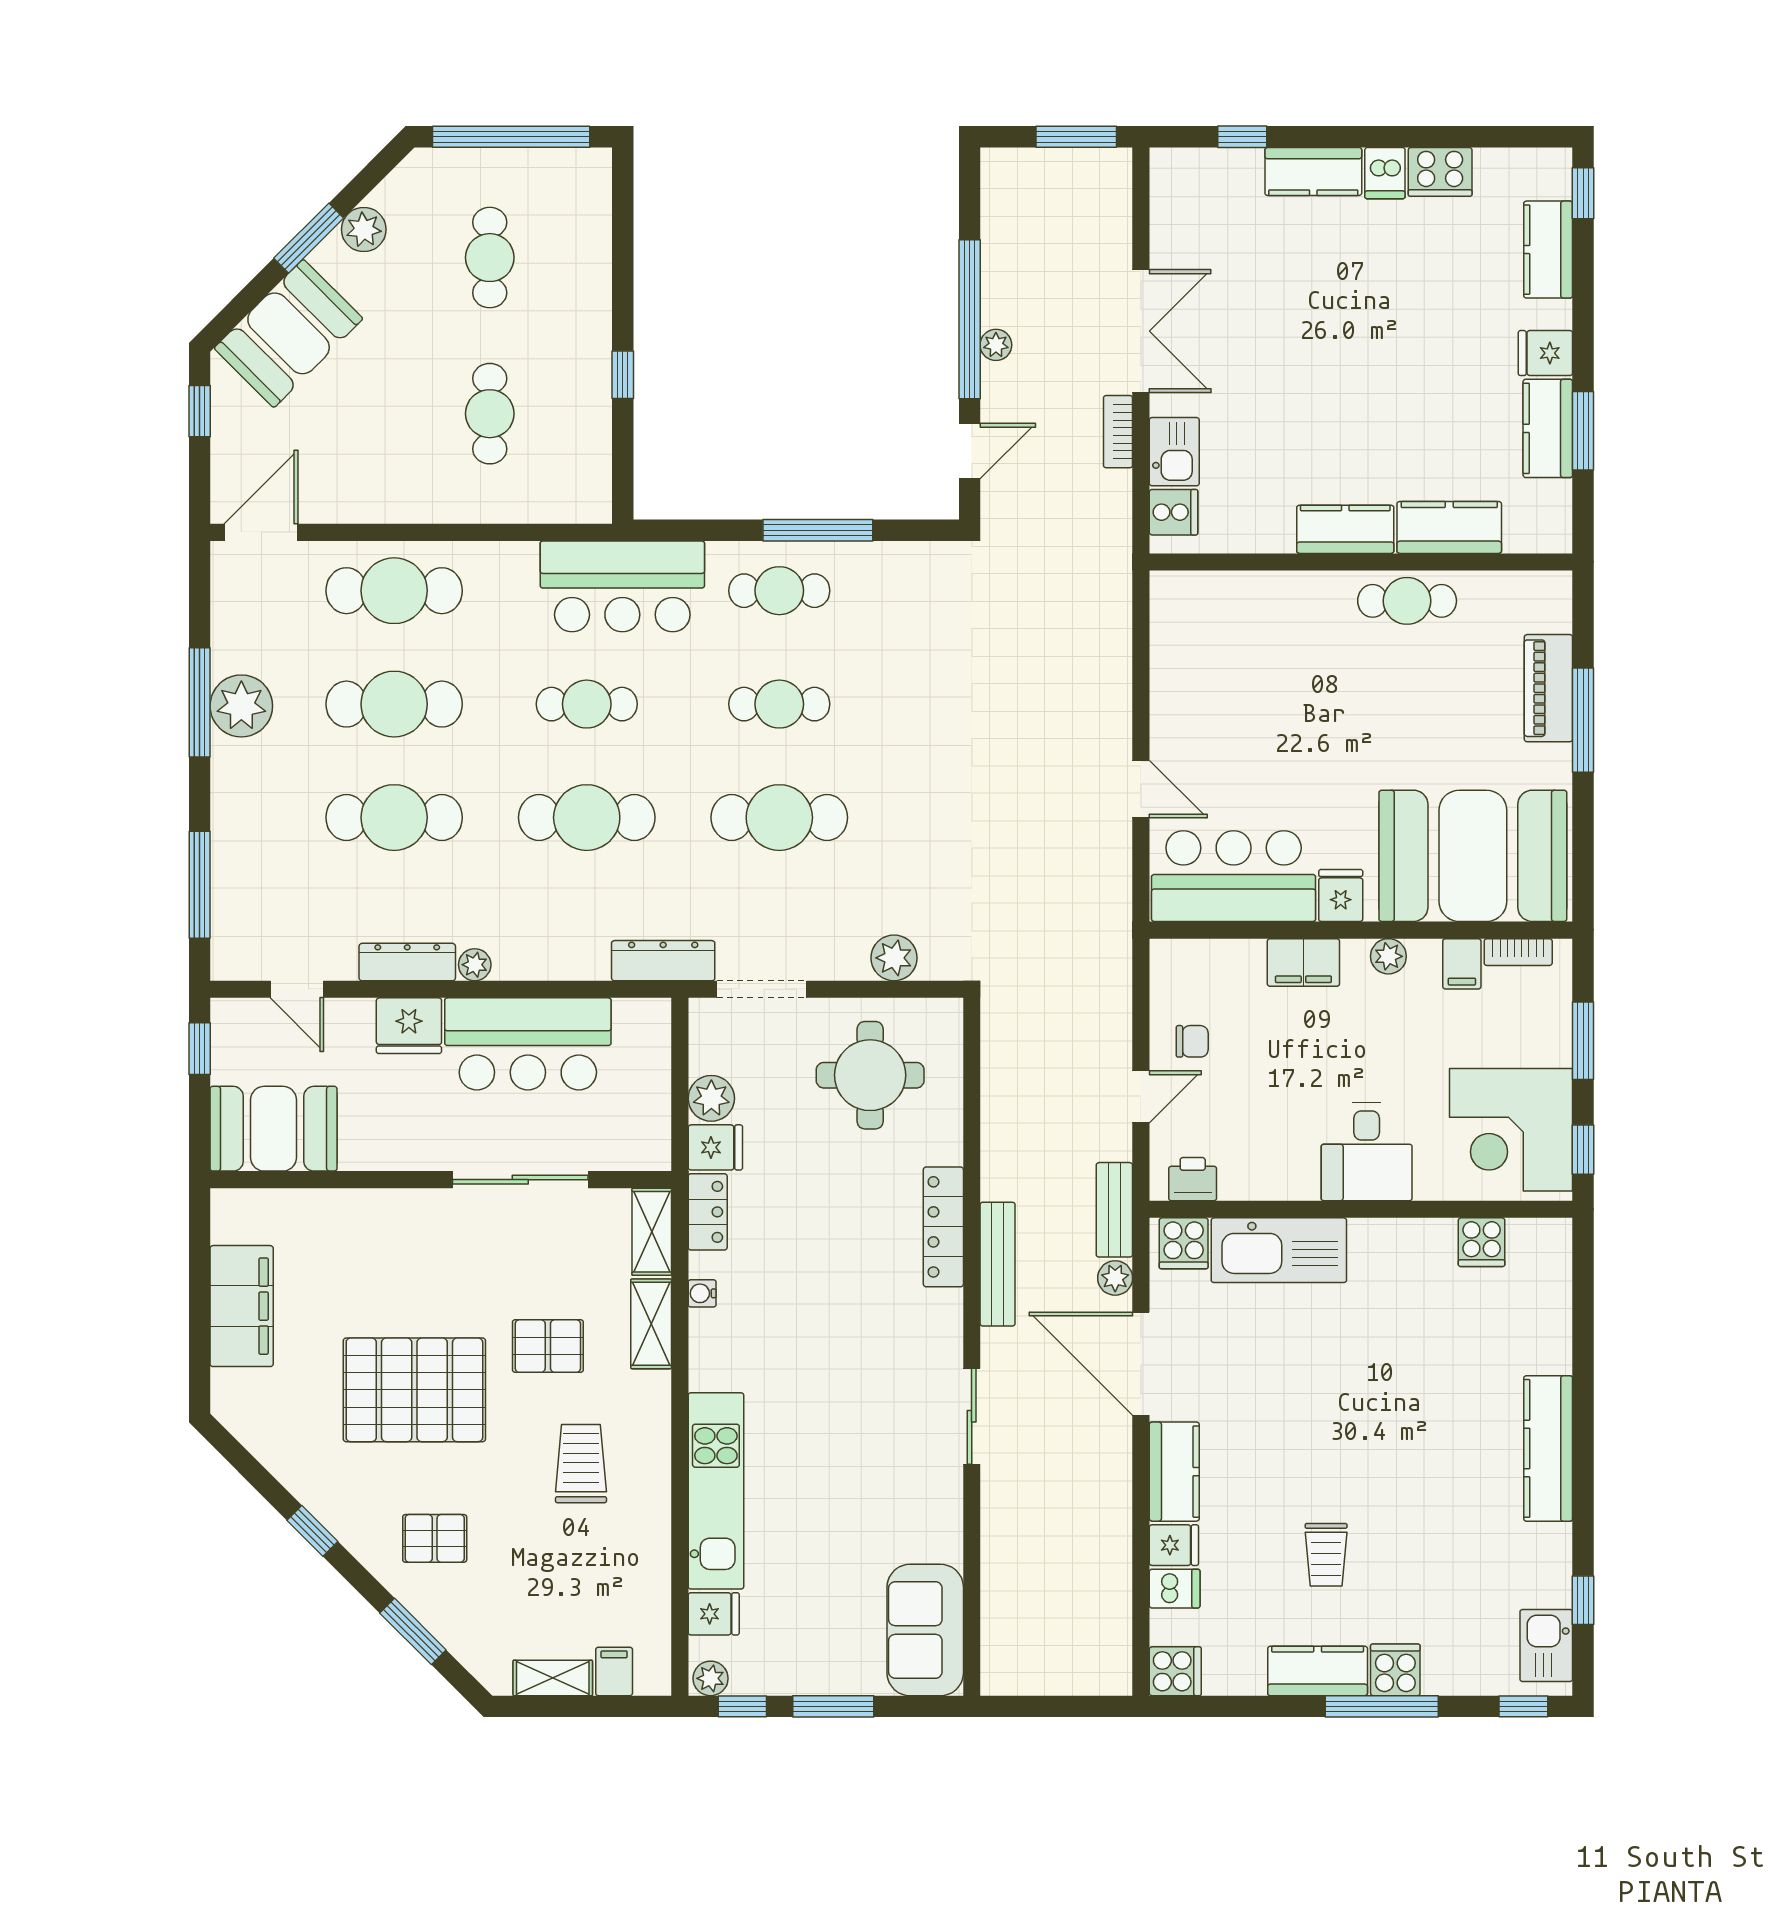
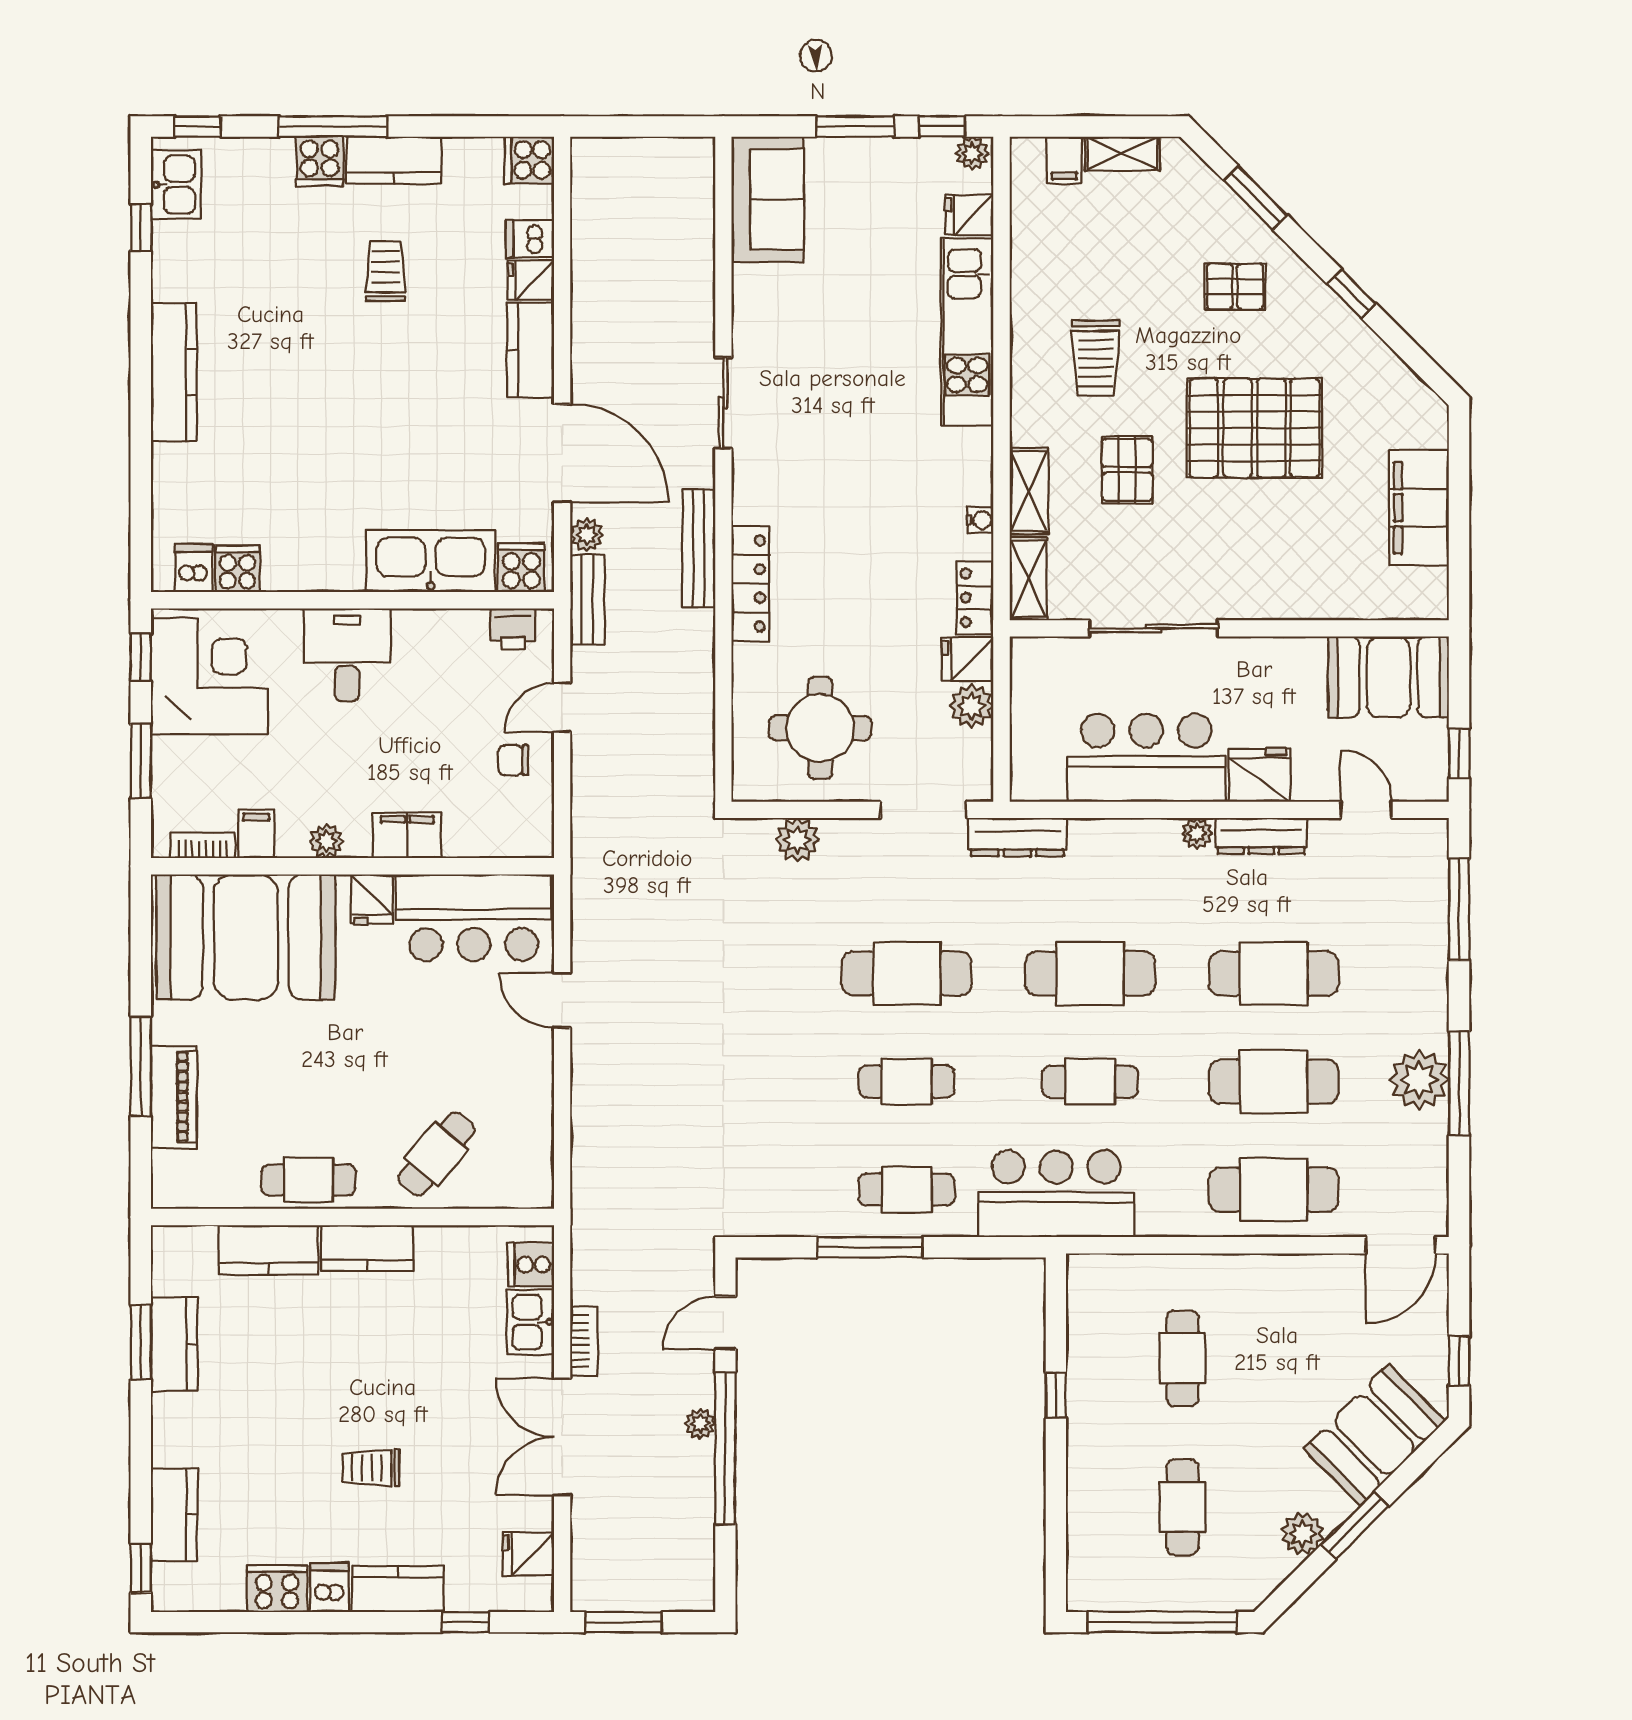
trolley: (1342, 299) -> (371, 1468), added
fridge: (1545, 353) -> (528, 1554), moved, turned 180
cafe table: (1273, 628) -> (437, 1154), added
dishwasher: (1528, 1243) -> (193, 568), added
pallet: (548, 1346) -> (1127, 470), turned 90

